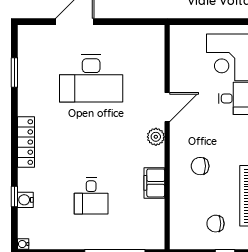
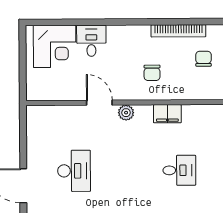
desk: (91, 78) -> (74, 171), width x0.73, depth x0.77
chair: (216, 224) -> (204, 59), turned 180

